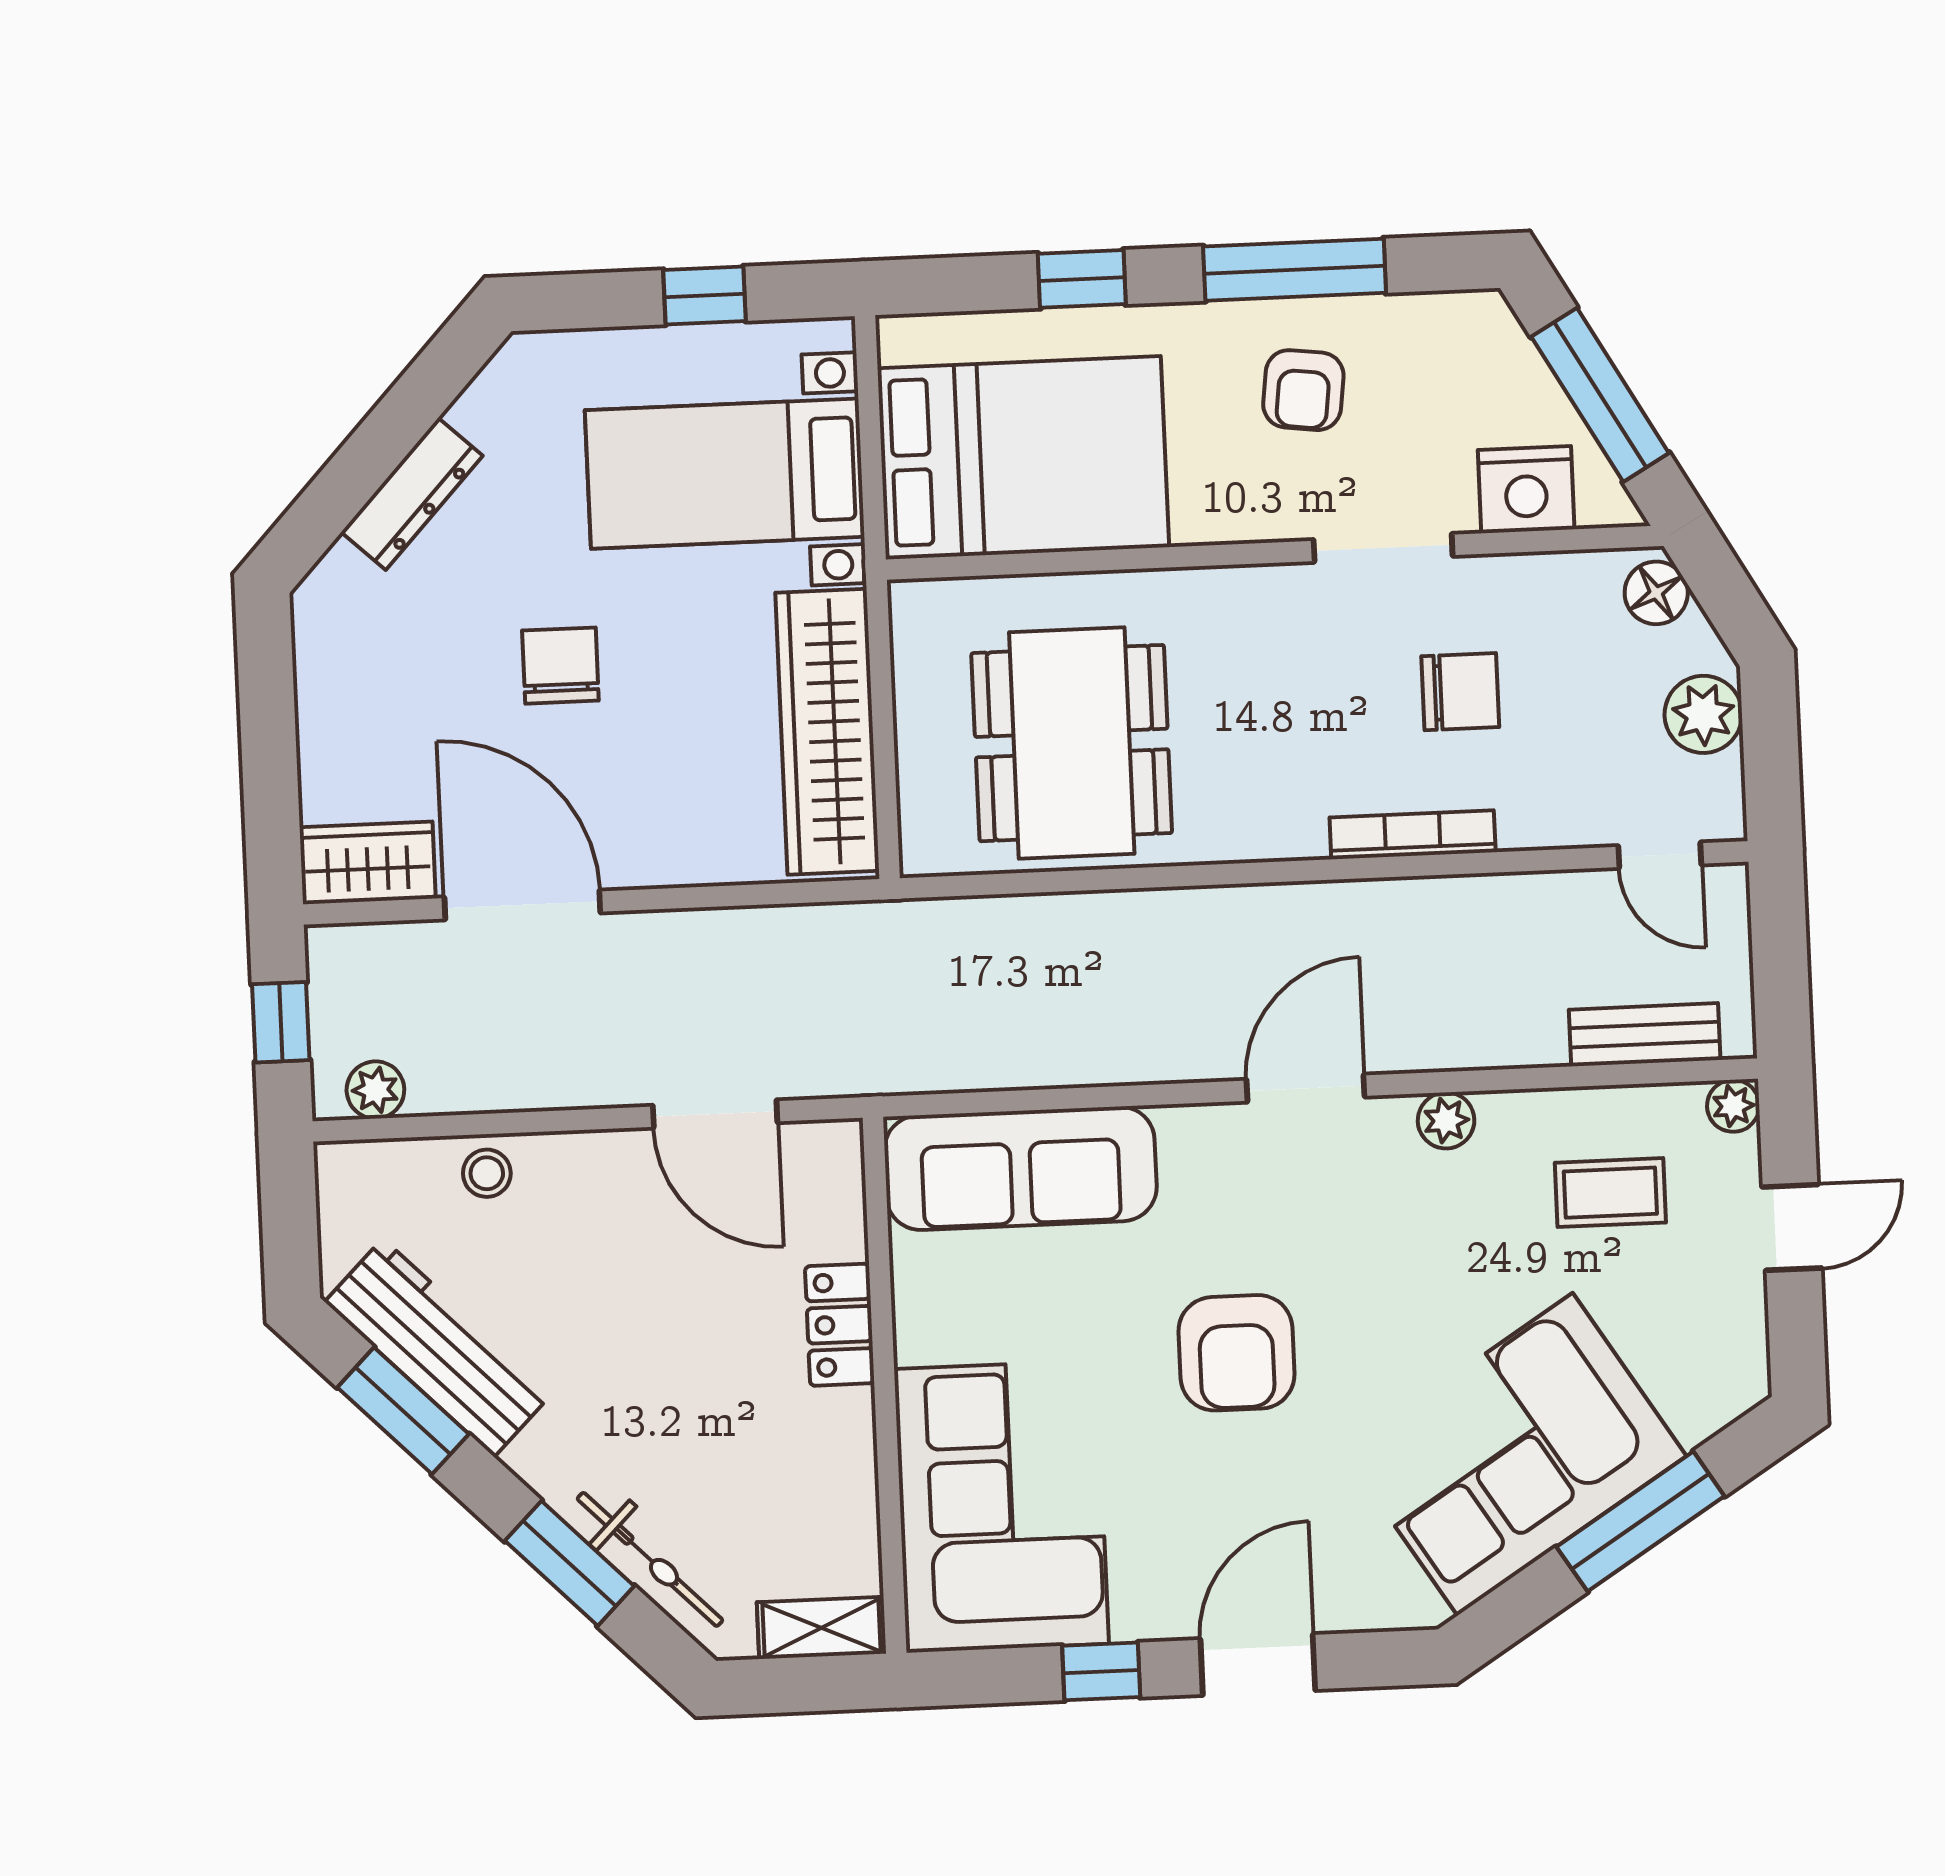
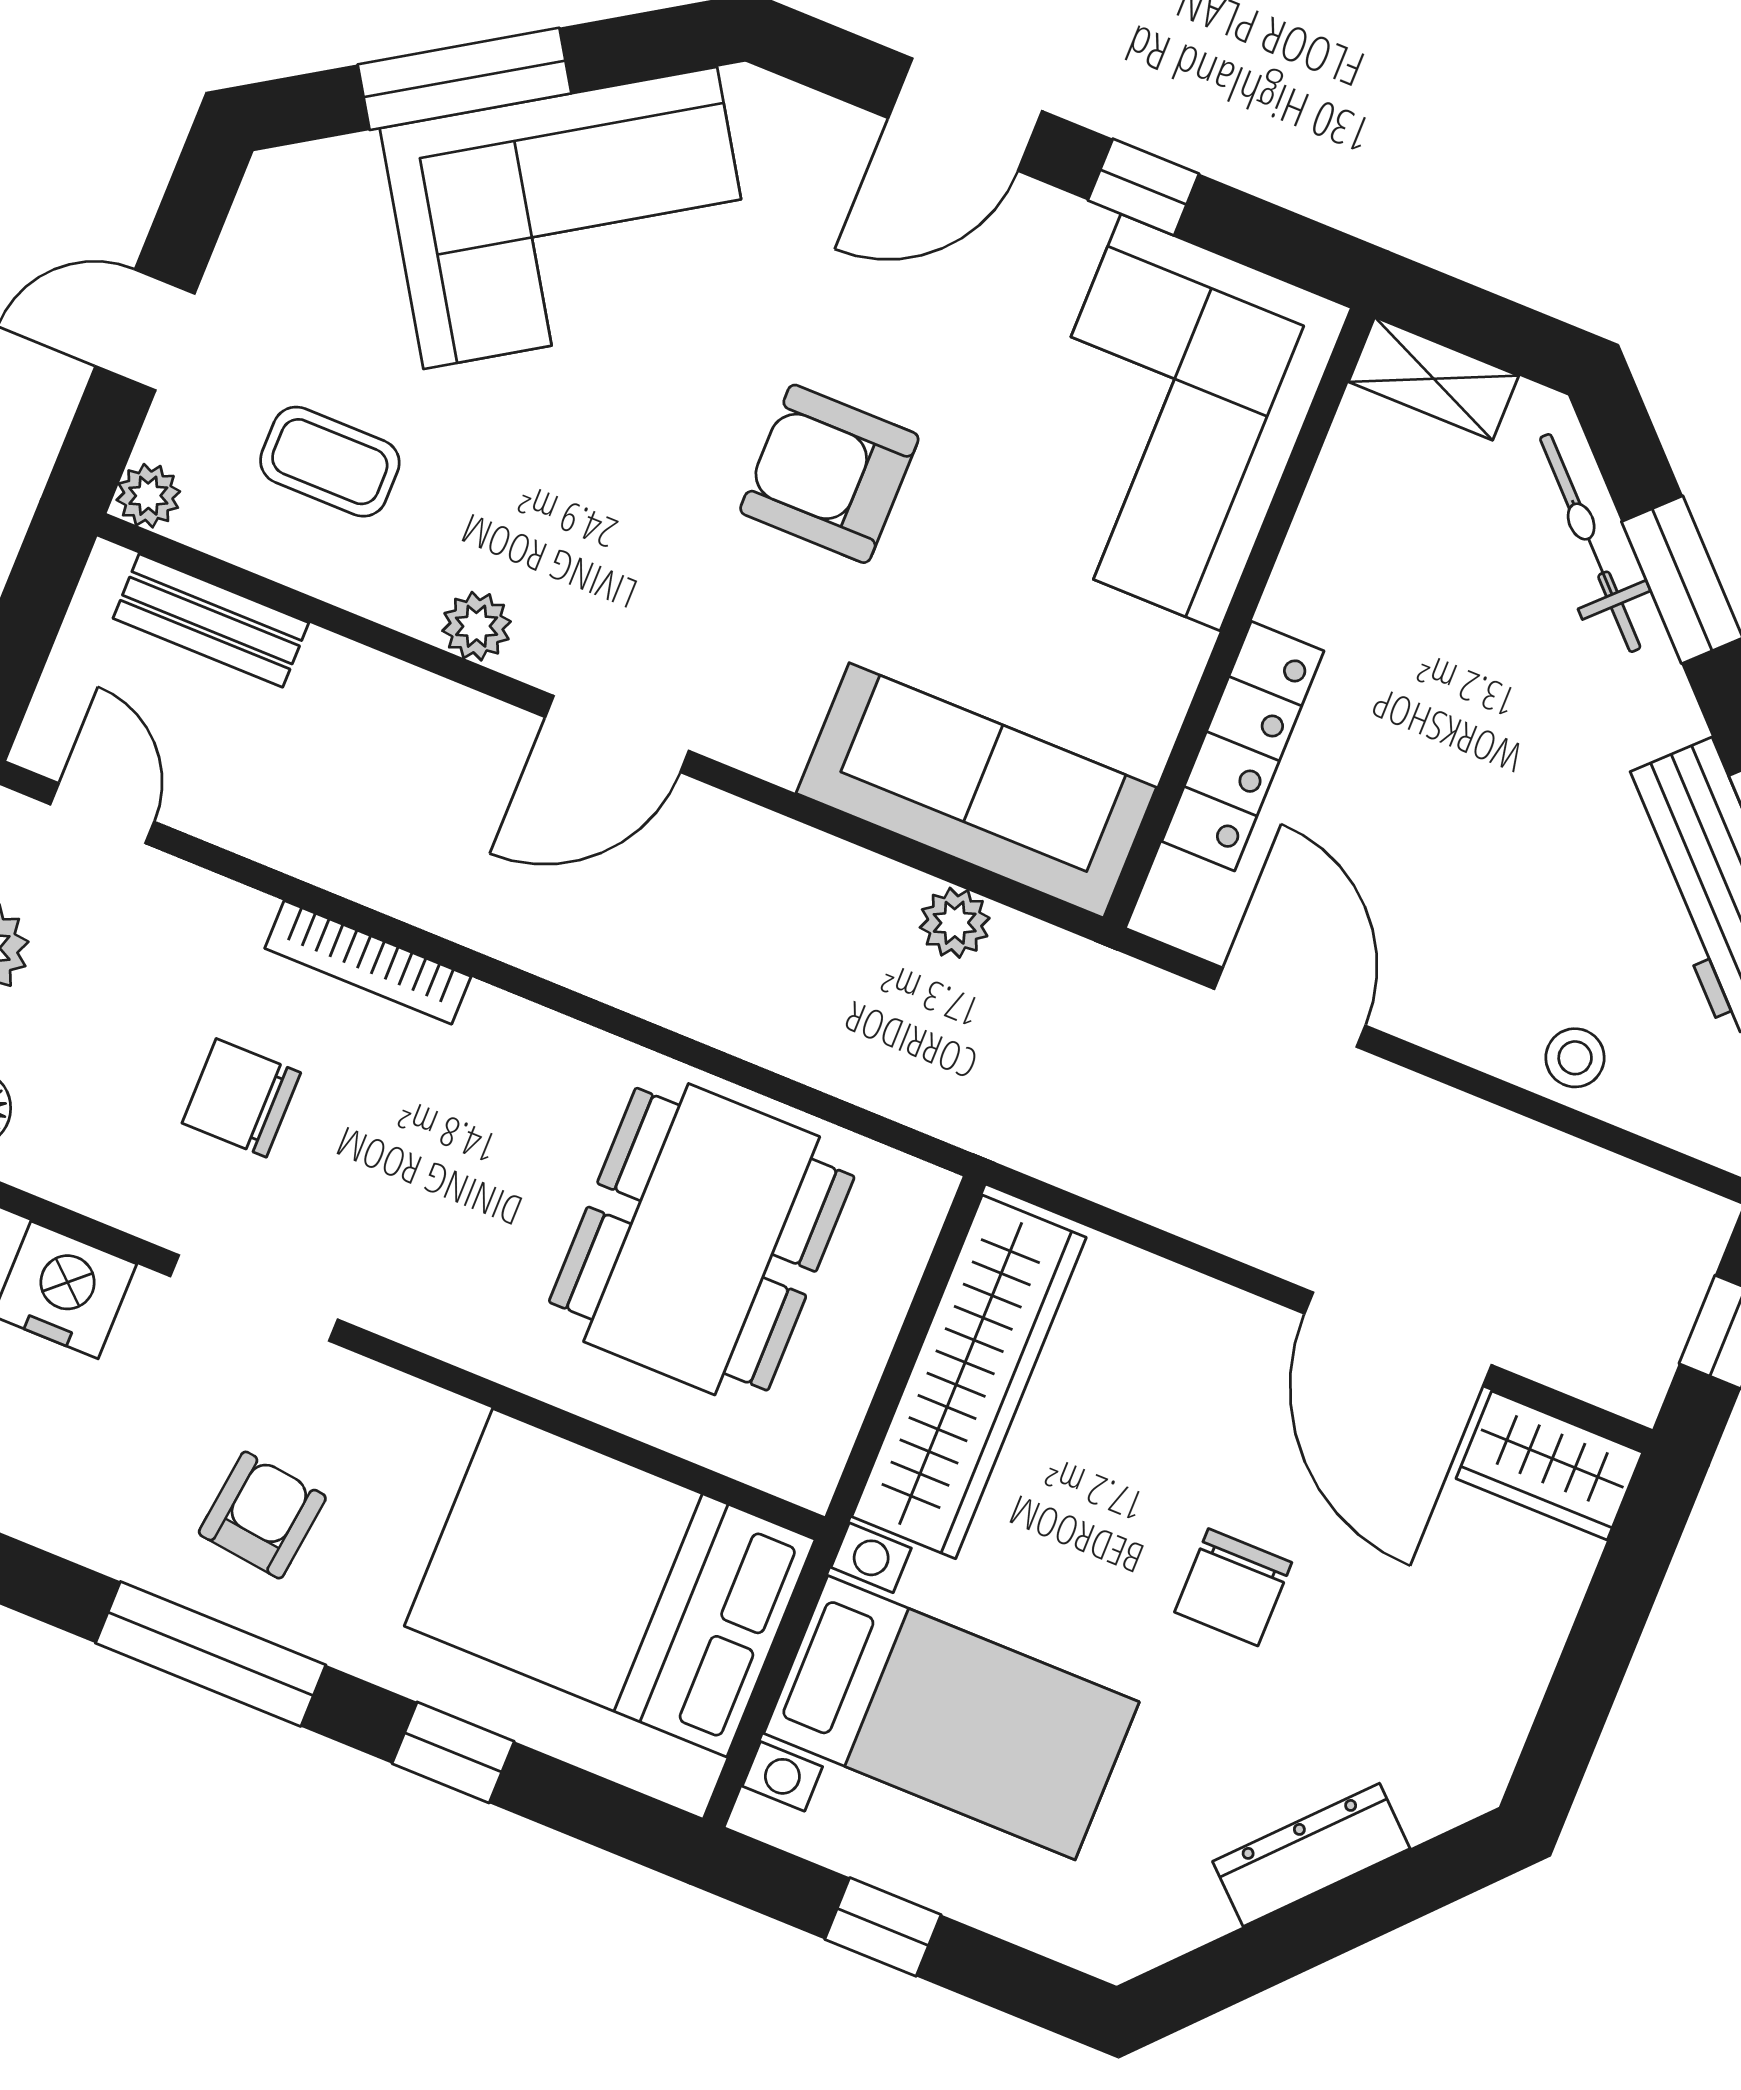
plant: (375, 1090) -> (955, 923), moved
locker: (840, 1325) -> (1243, 746), width x1.53
armchair: (1237, 1353) -> (829, 474), turned -90

